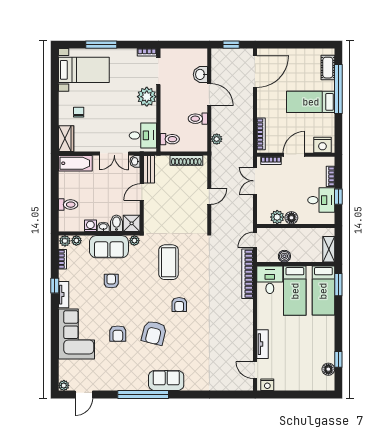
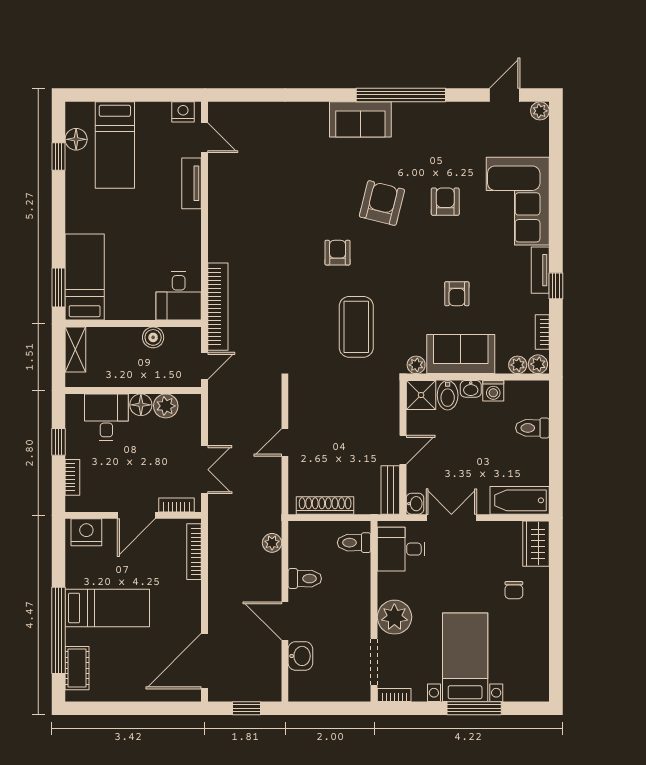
bed with nightstands: (84, 70) -> (465, 657), moved, turned 90
desk: (321, 200) -> (106, 417), moved, turned 90
bed: (295, 291) -> (115, 145), moved, turned 180

